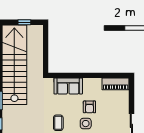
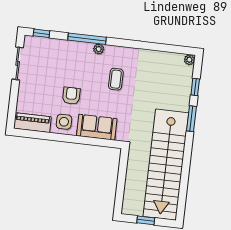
side table: (86, 124) -> (64, 122), moved

